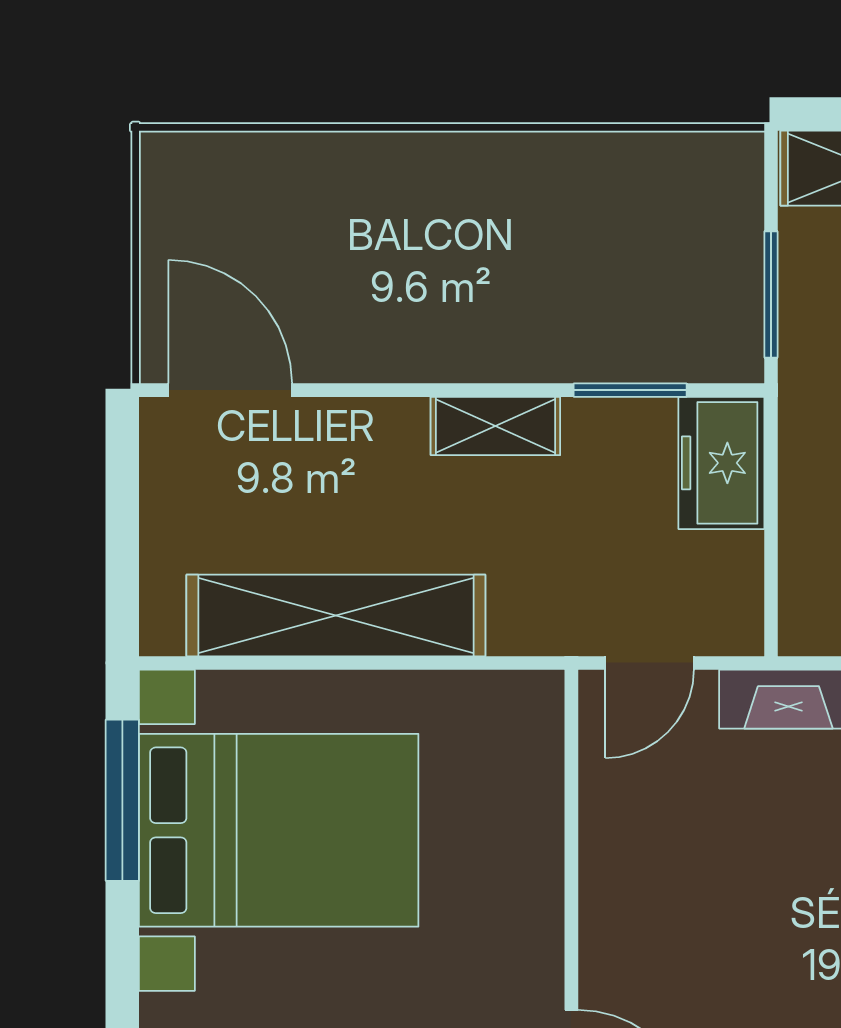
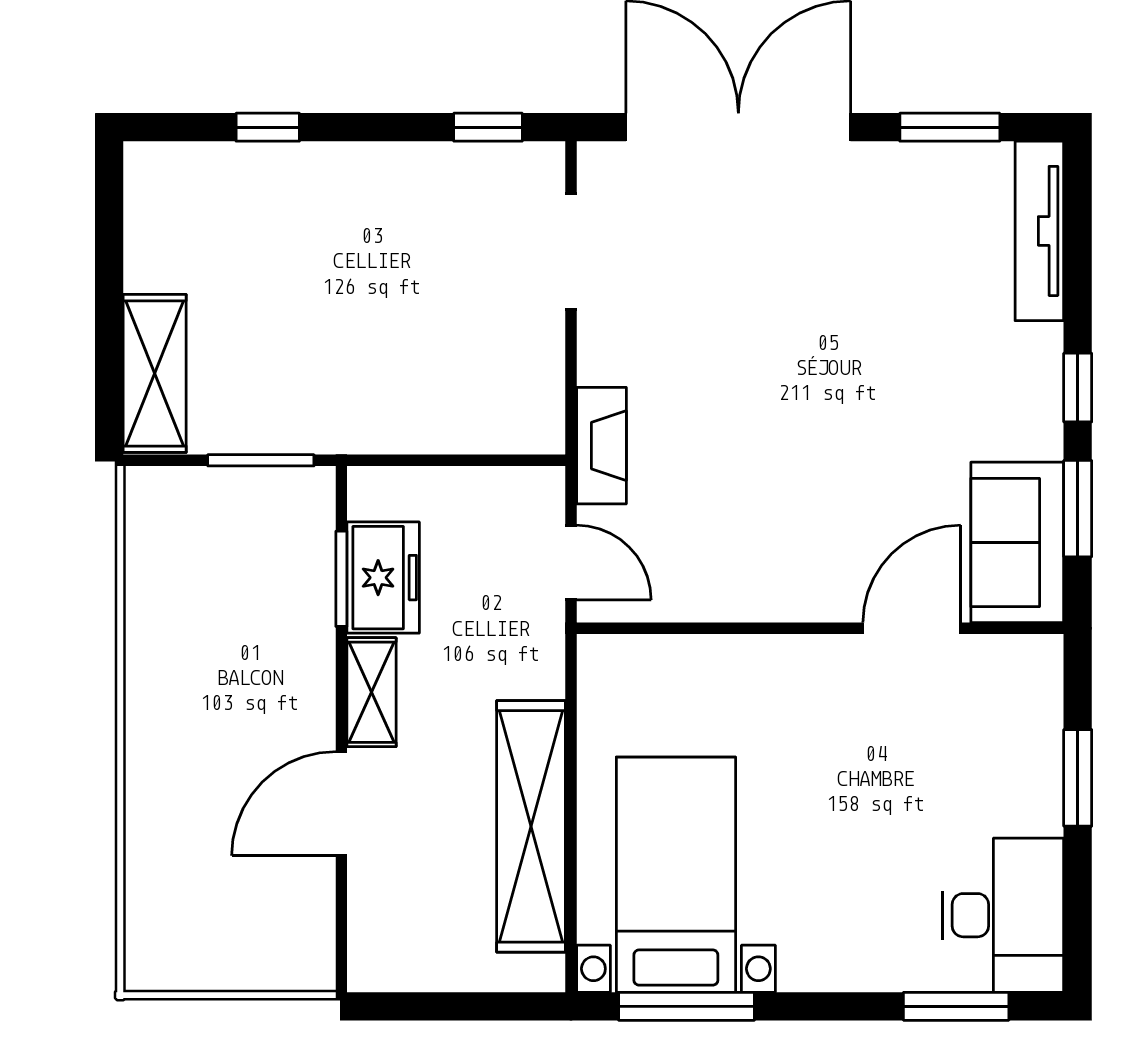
door: (230, 390) -> (341, 804), moved
freezer: (721, 463) -> (383, 578), moved, turned -90
bed with nightstands: (279, 830) -> (676, 875), width x0.73

